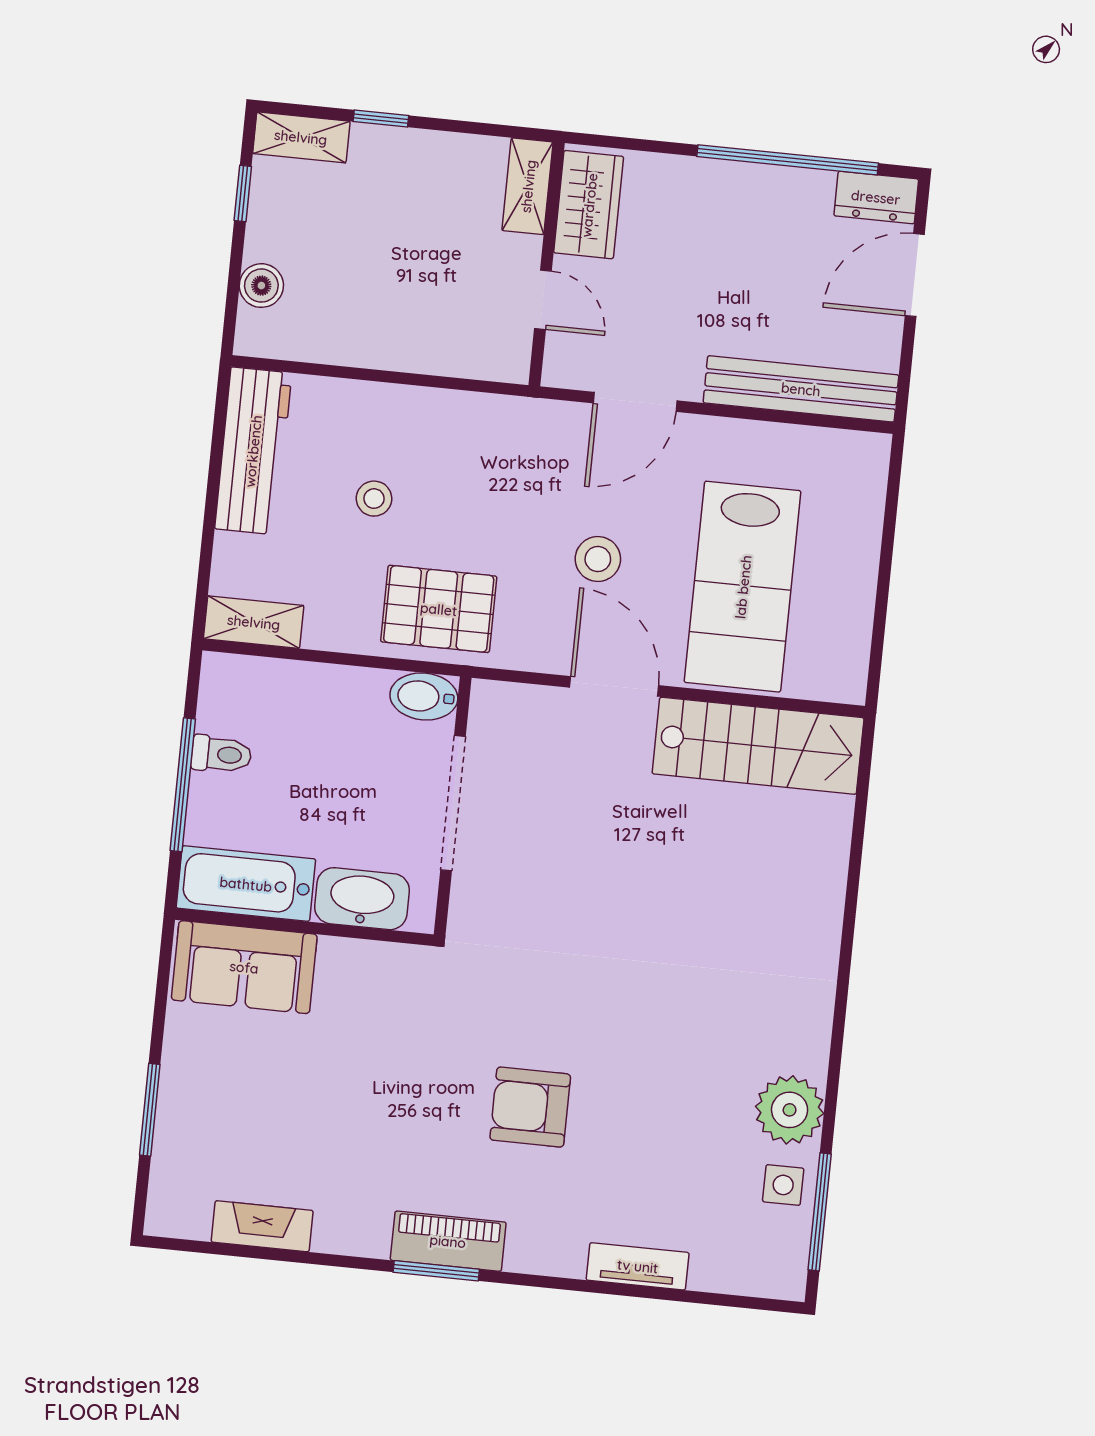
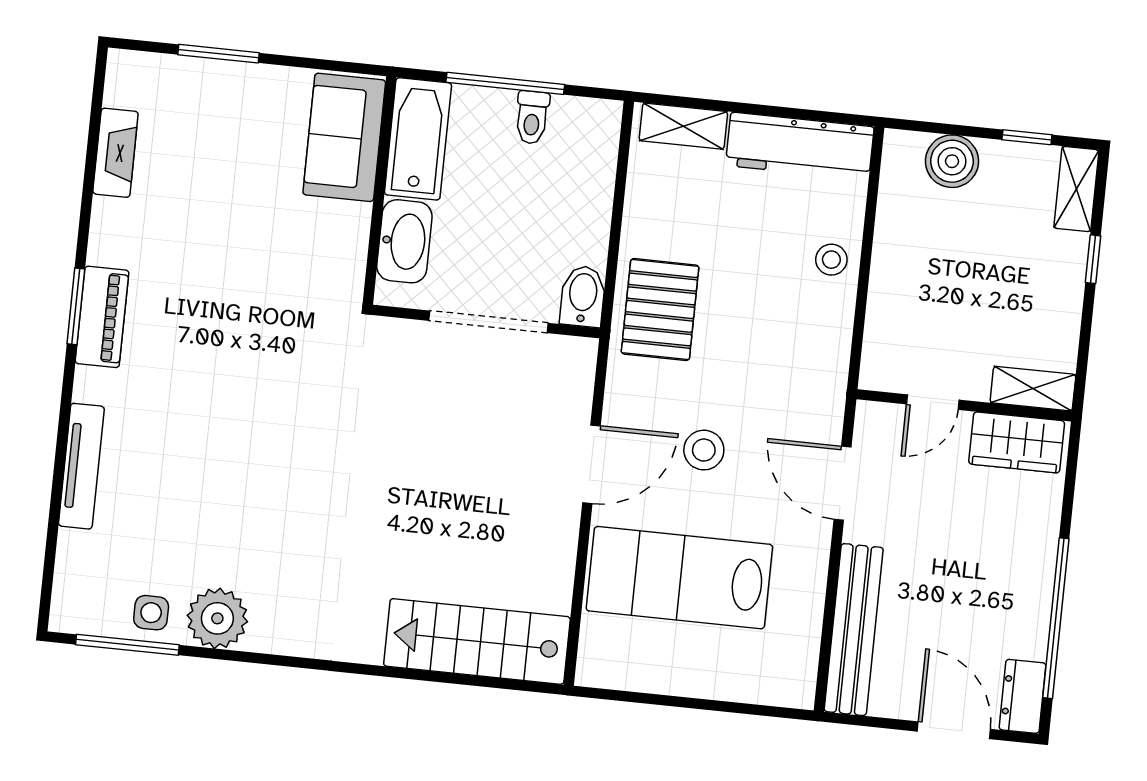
boiler: (261, 286) -> (952, 161), width x1.36, depth x1.36
stool: (374, 499) -> (831, 260), moved
shelving: (254, 622) -> (683, 126), moved, turned 90
stairs: (758, 746) -> (477, 641), moved, turned 90
armchair: (530, 1107) -> (220, 390), removed
tv unit: (638, 1266) -> (81, 466), width x1.41

